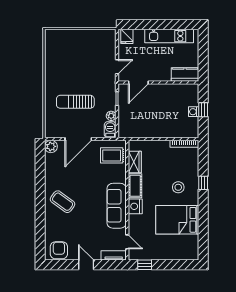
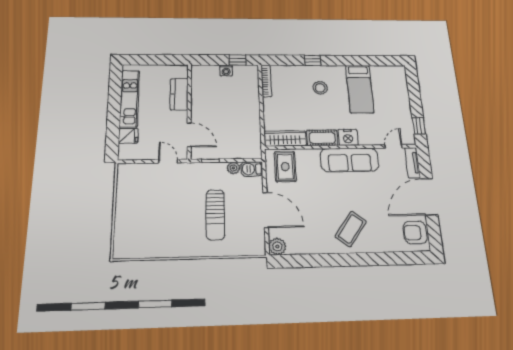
fridge: (127, 36) -> (128, 136), moved
kitchen counter: (185, 74) -> (179, 94), moved
window: (203, 110) -> (238, 60), moved
wardrobe: (135, 162) -> (285, 138), width x1.50
bed: (177, 220) -> (360, 89), width x0.67
door: (86, 265) -> (429, 197), width x1.88

